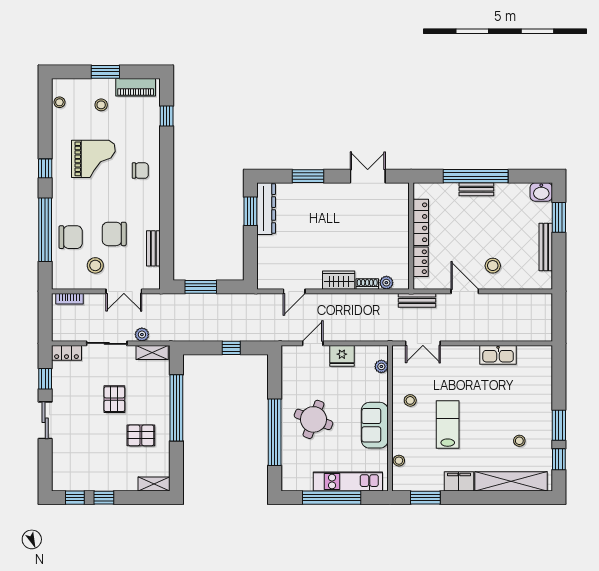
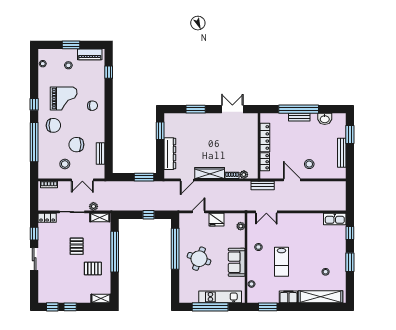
washbasin: (541, 192) -> (325, 119), moved
dresser: (266, 209) -> (170, 154), moved
chair: (71, 237) -> (53, 125), moved
wardrobe: (339, 280) -> (210, 173), width x1.50
window: (201, 287) -> (144, 177), moved
kitchen sink: (498, 355) -> (335, 219), moved
lab bench: (448, 424) -> (281, 262), turned 180
window: (275, 432) -> (175, 249), moved
window: (559, 459) -> (350, 233), moved

